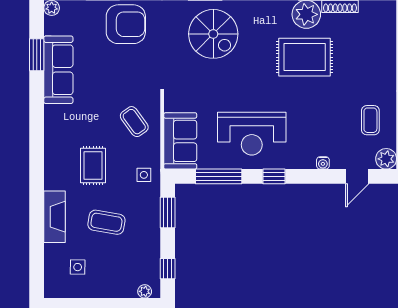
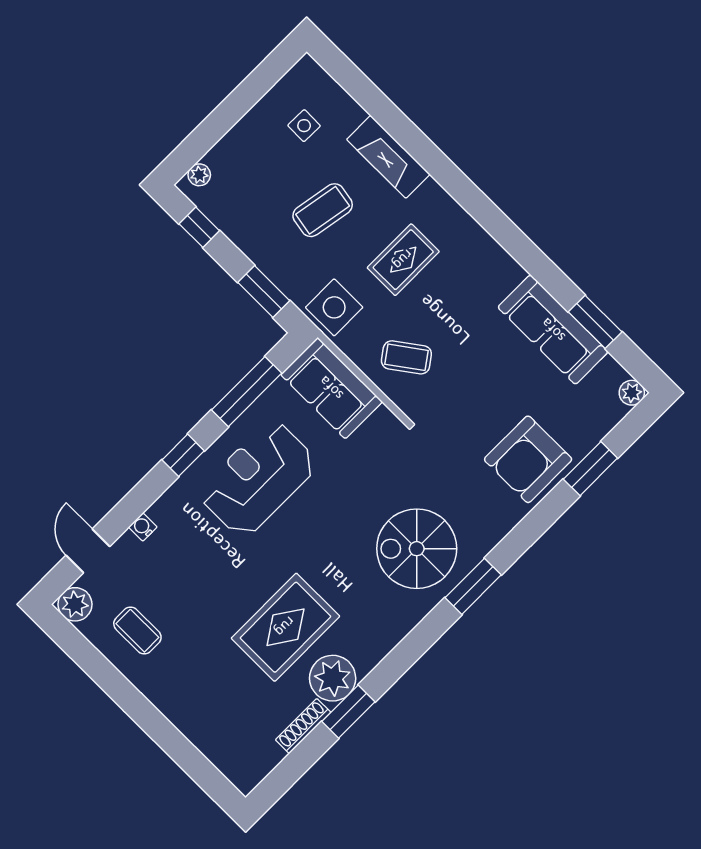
rug: (93, 165) -> (403, 260), turned 90
side table: (144, 175) -> (334, 307), width x1.87, depth x1.87

